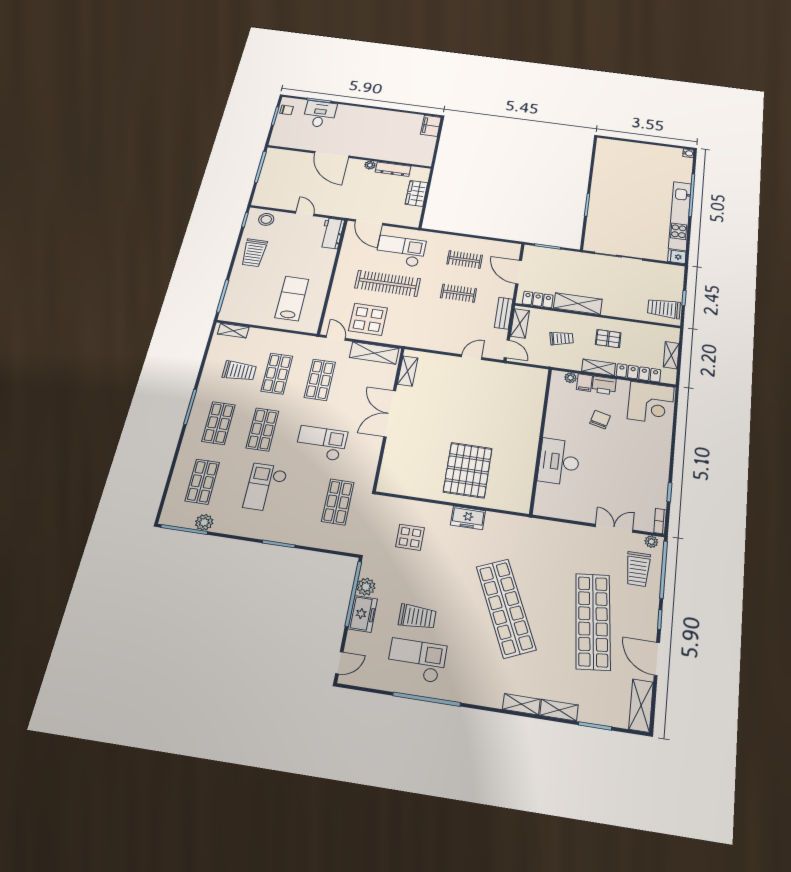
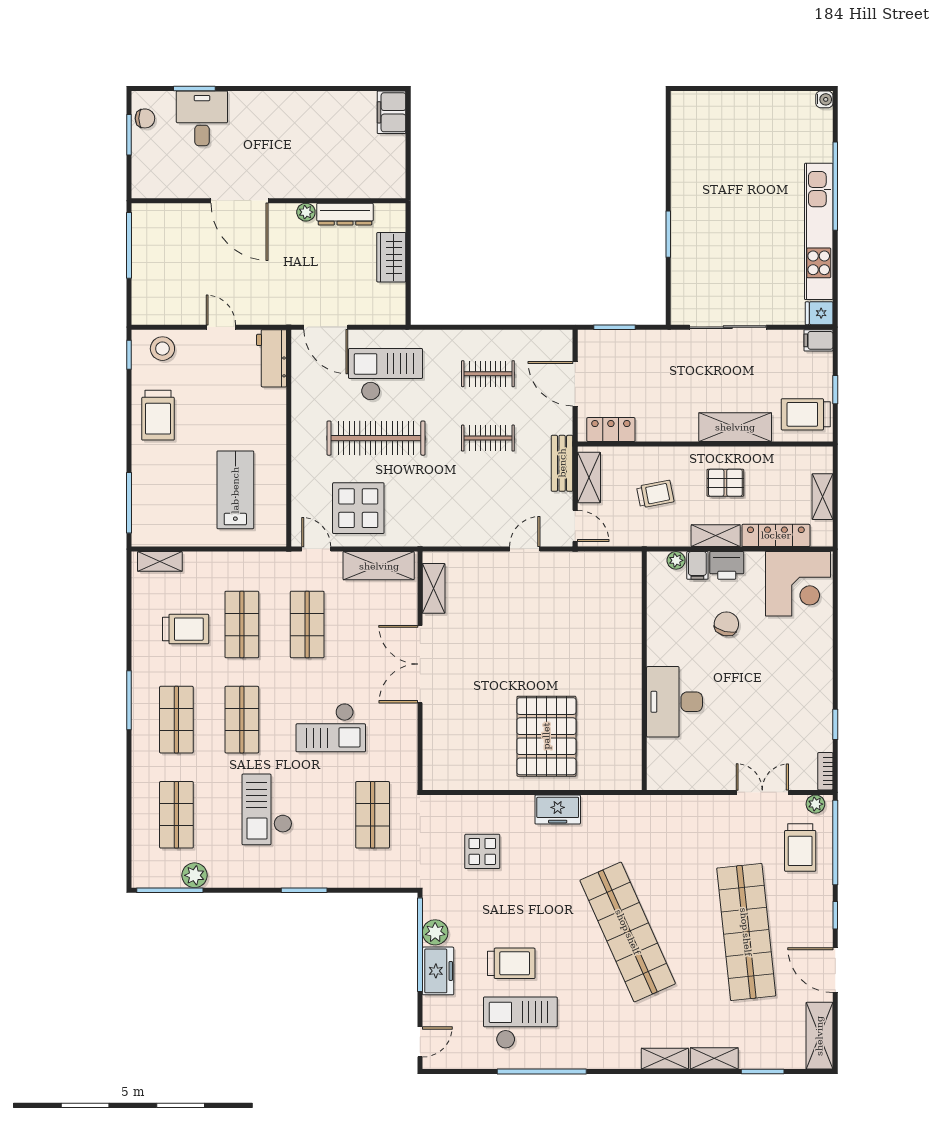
filing cabinet: (675, 271) -> (818, 340), added
shelving: (578, 304) -> (735, 427), moved
checkout: (321, 443) -> (331, 728), turned 180

